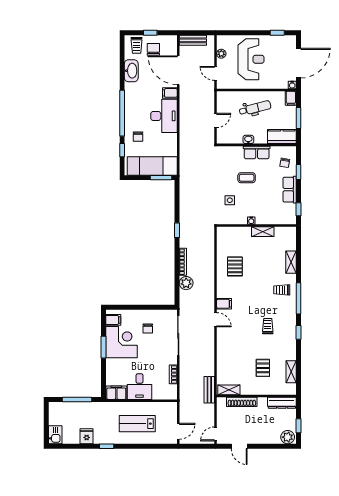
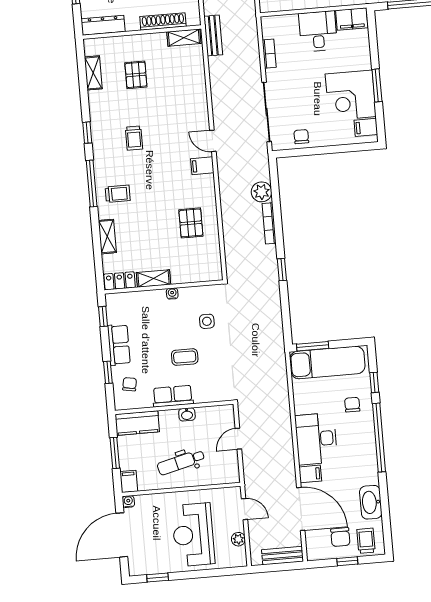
locker: (285, 232) -> (120, 281), added
chair: (148, 329) -> (301, 137), moved

